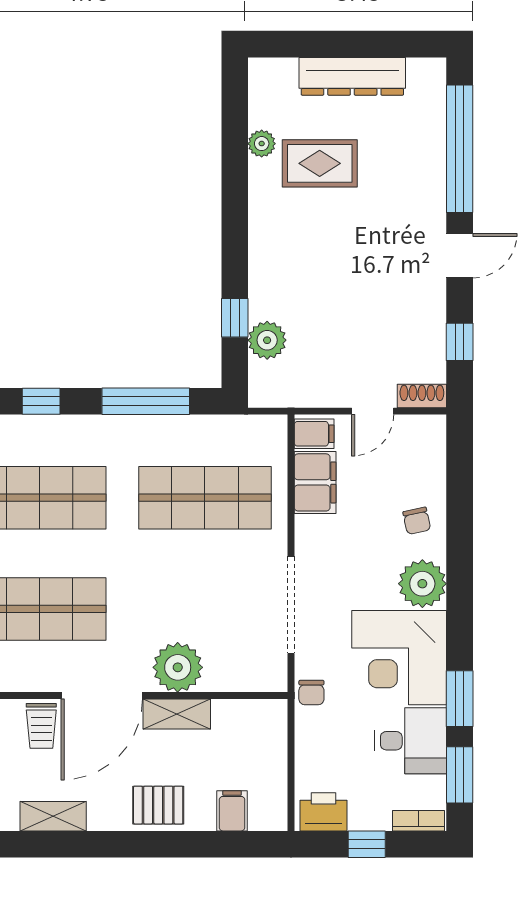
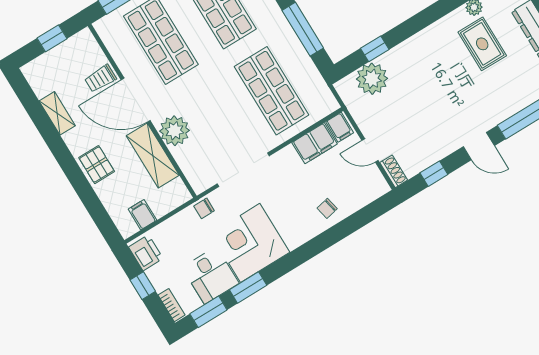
plant: (267, 340) -> (372, 79), width x1.36, depth x1.36
plant: (422, 584) -> (296, 231), removed
shelving: (177, 714) -> (153, 156), width x1.50, depth x1.33
filing cabinet: (232, 811) -> (142, 215), moved, turned -90

